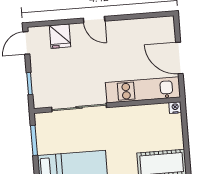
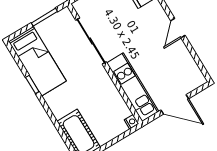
door: (94, 20) -> (178, 28), moved
door: (179, 58) -> (175, 104), swing flipped

